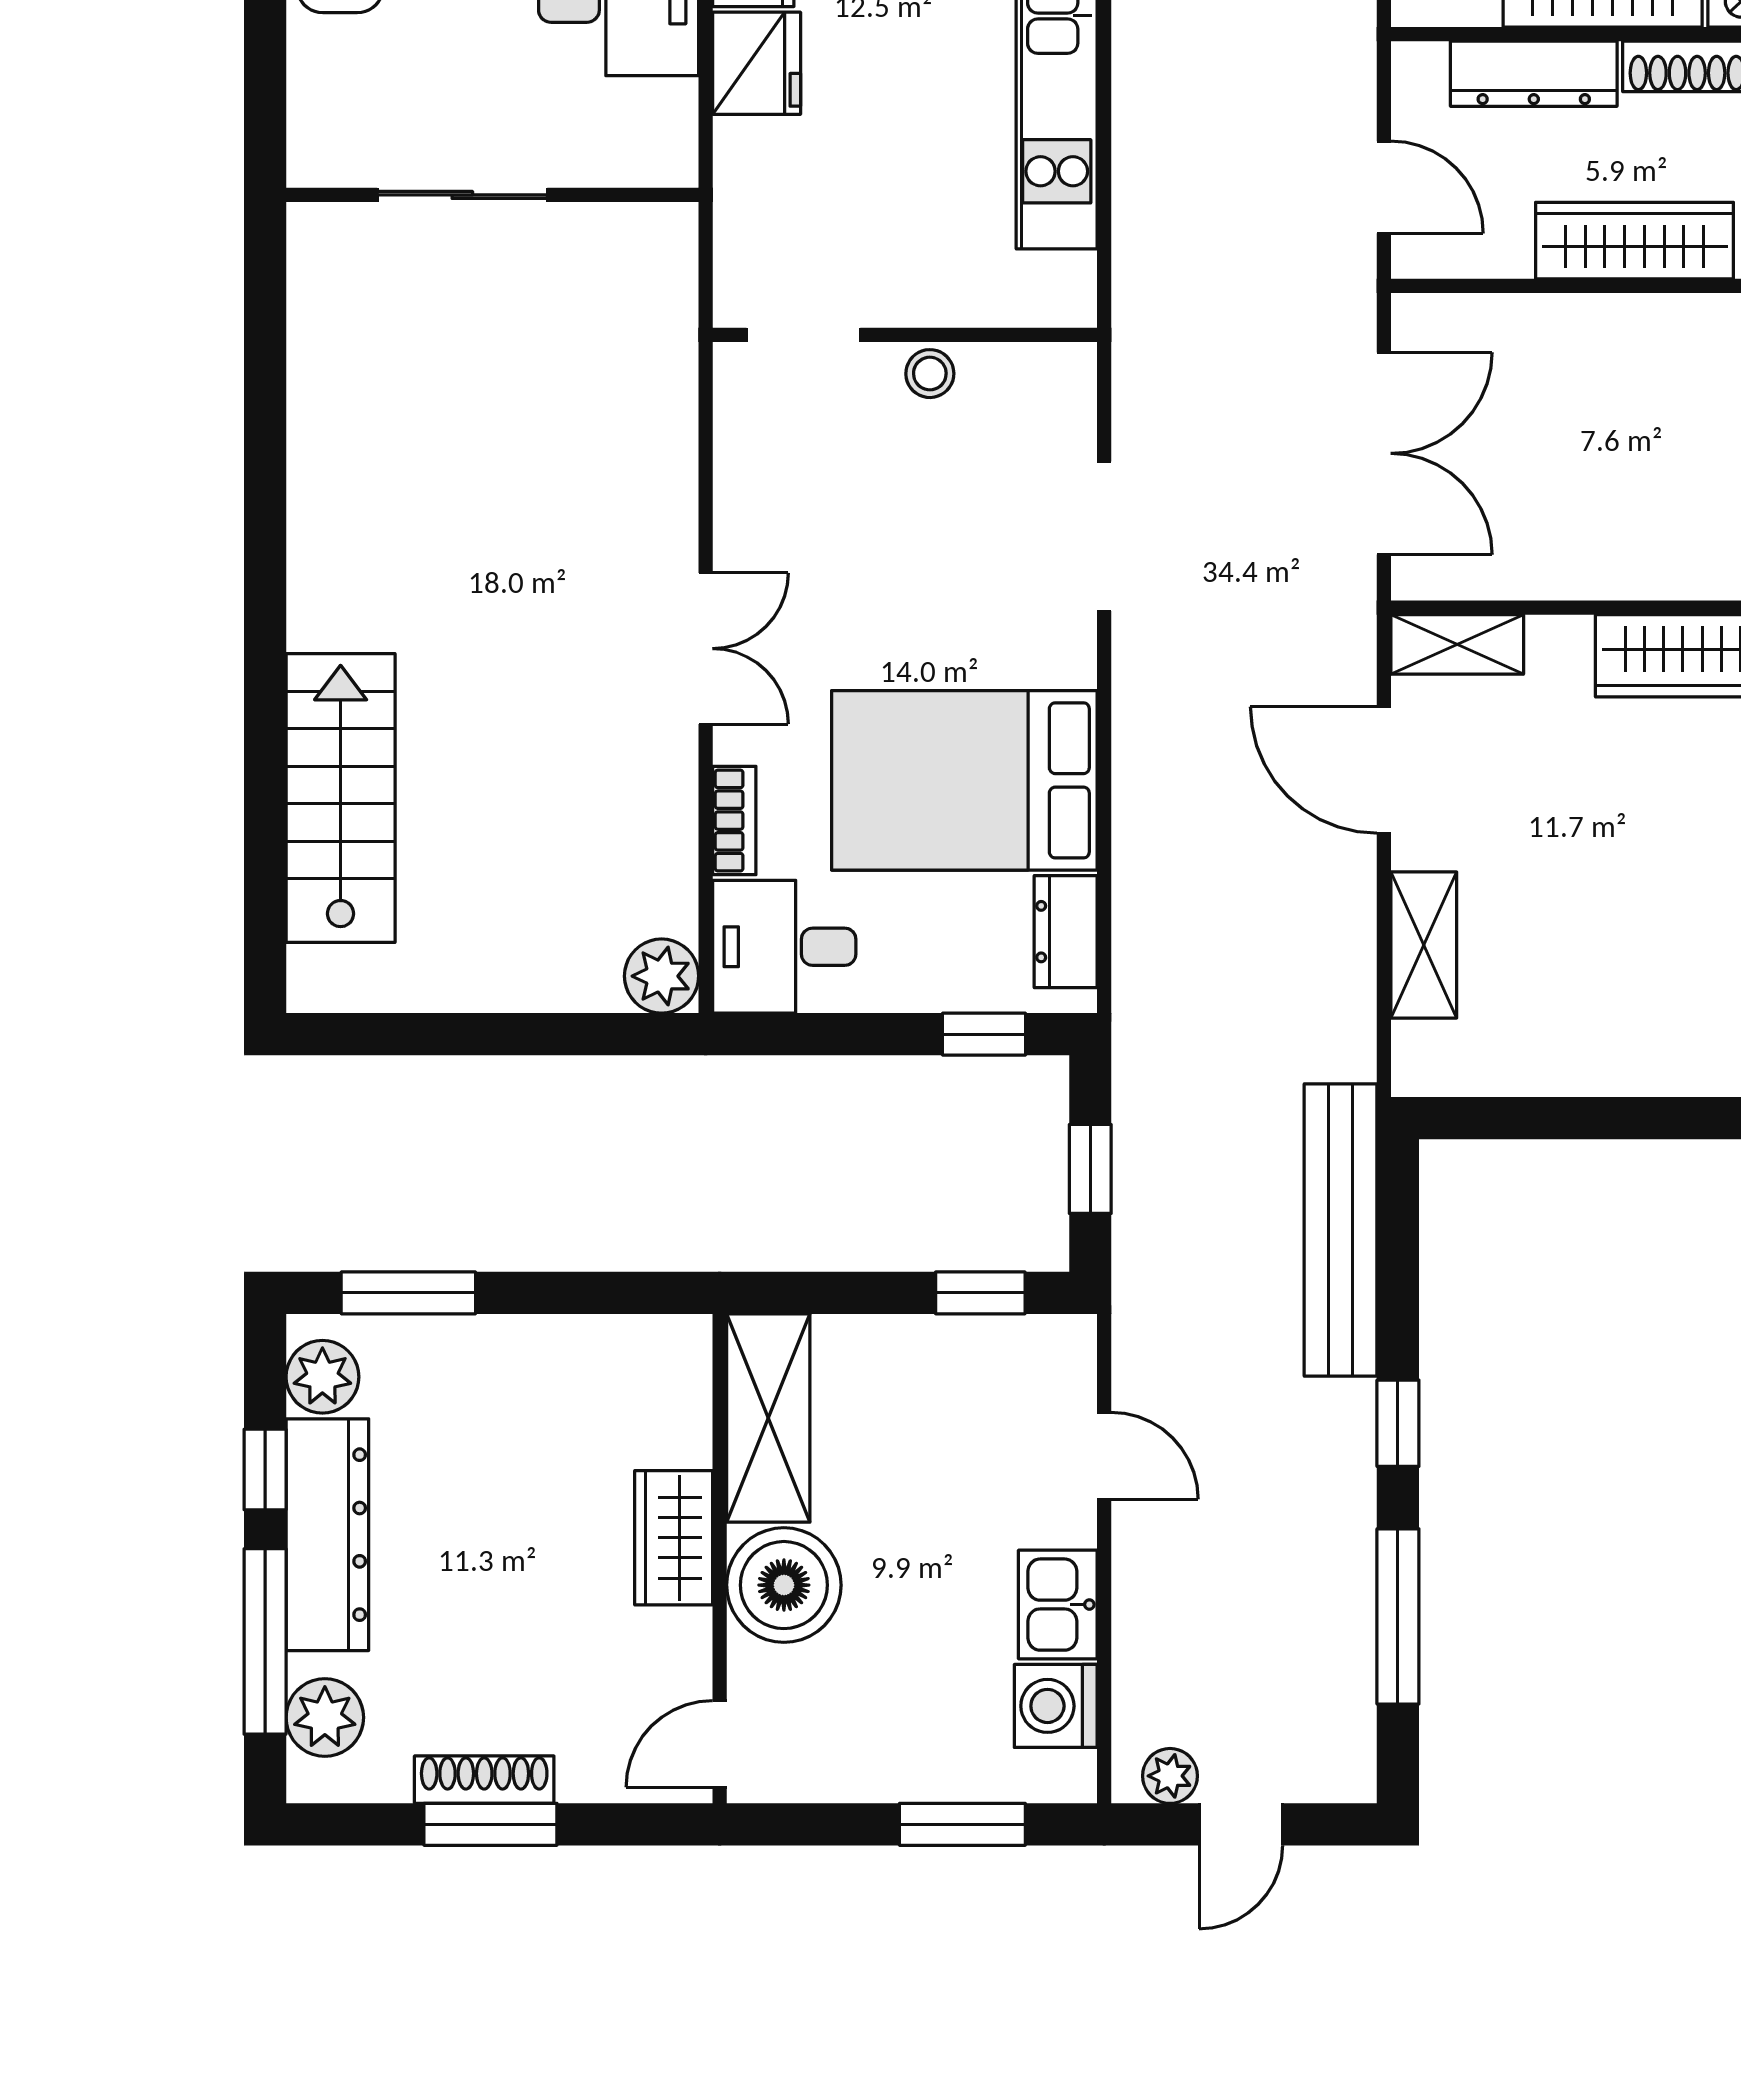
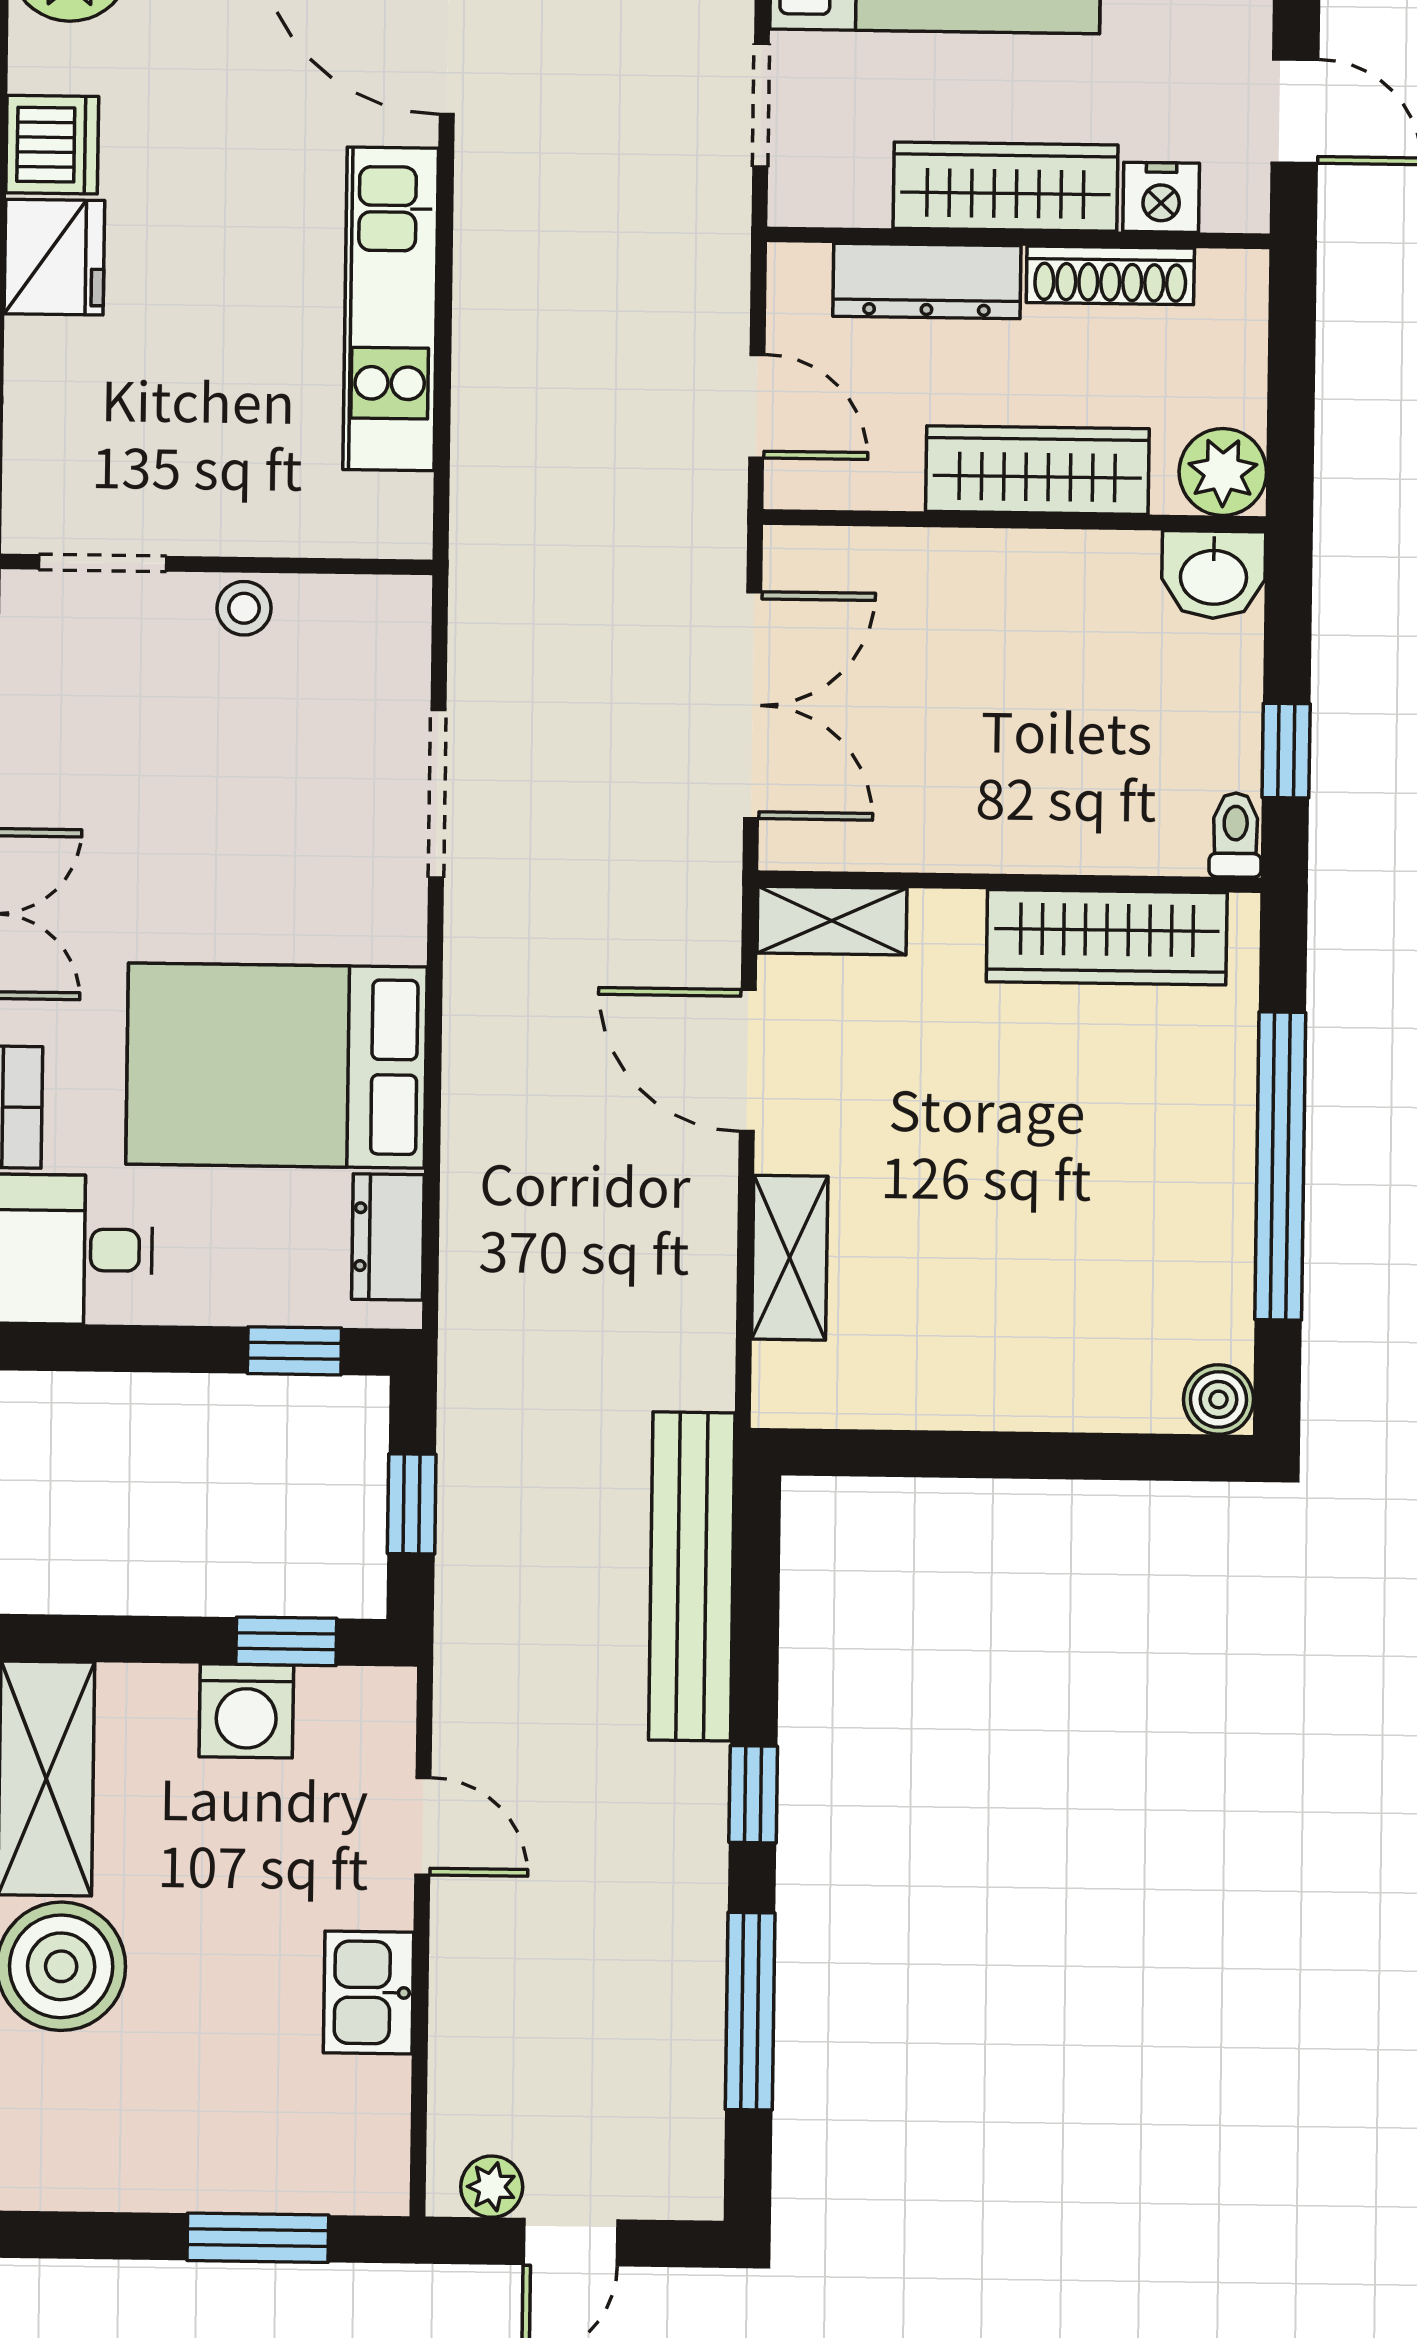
washing machine: (1056, 1706) -> (246, 1711), moved, turned -90

